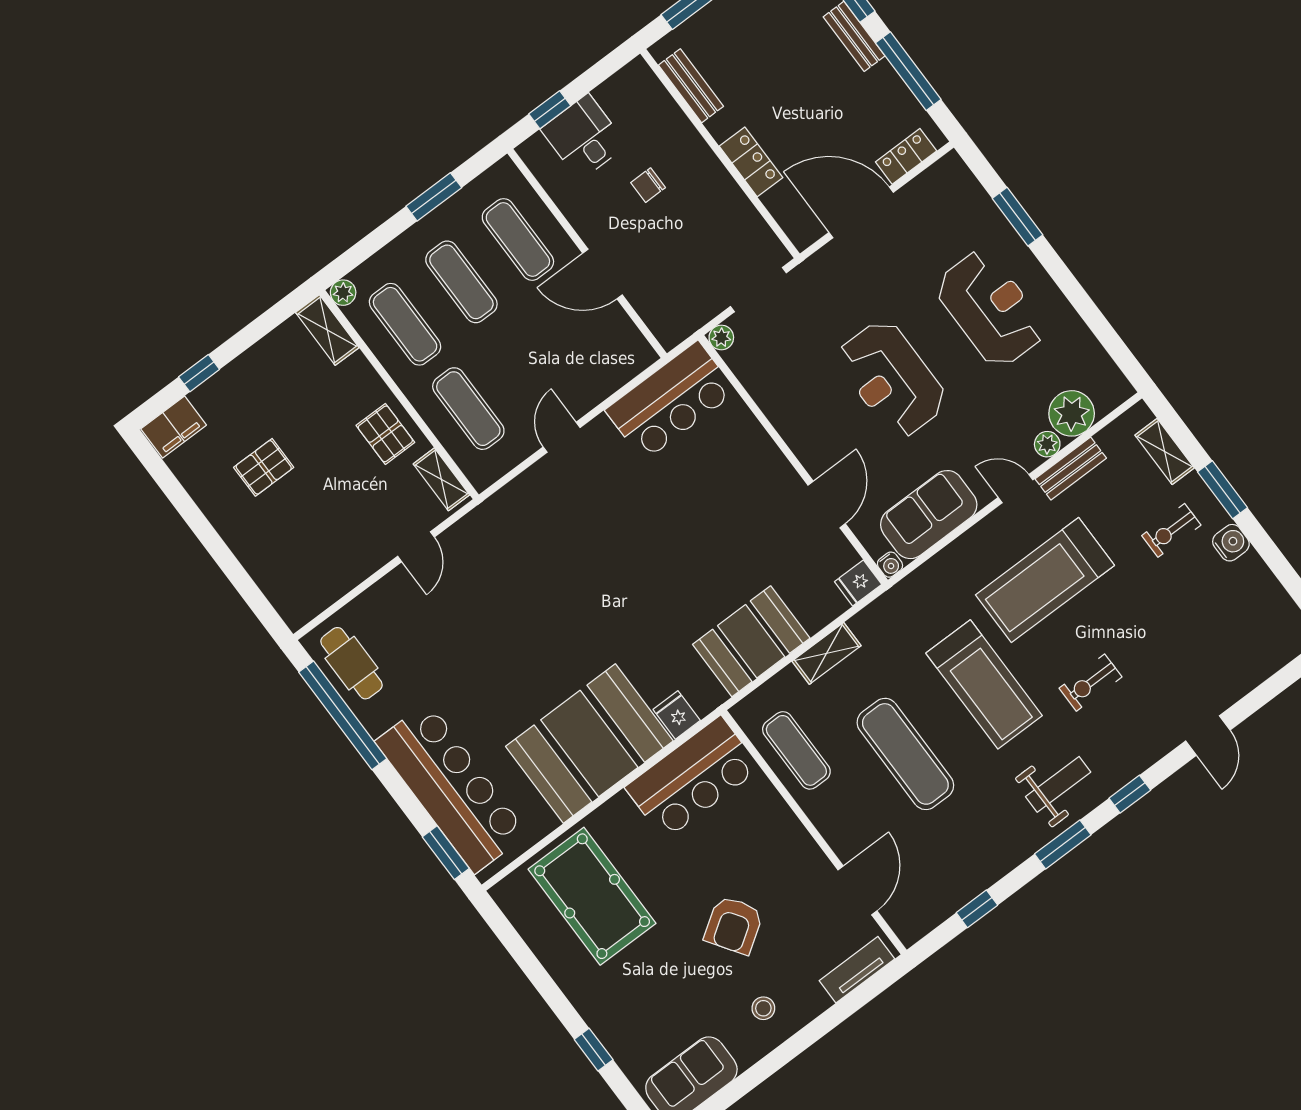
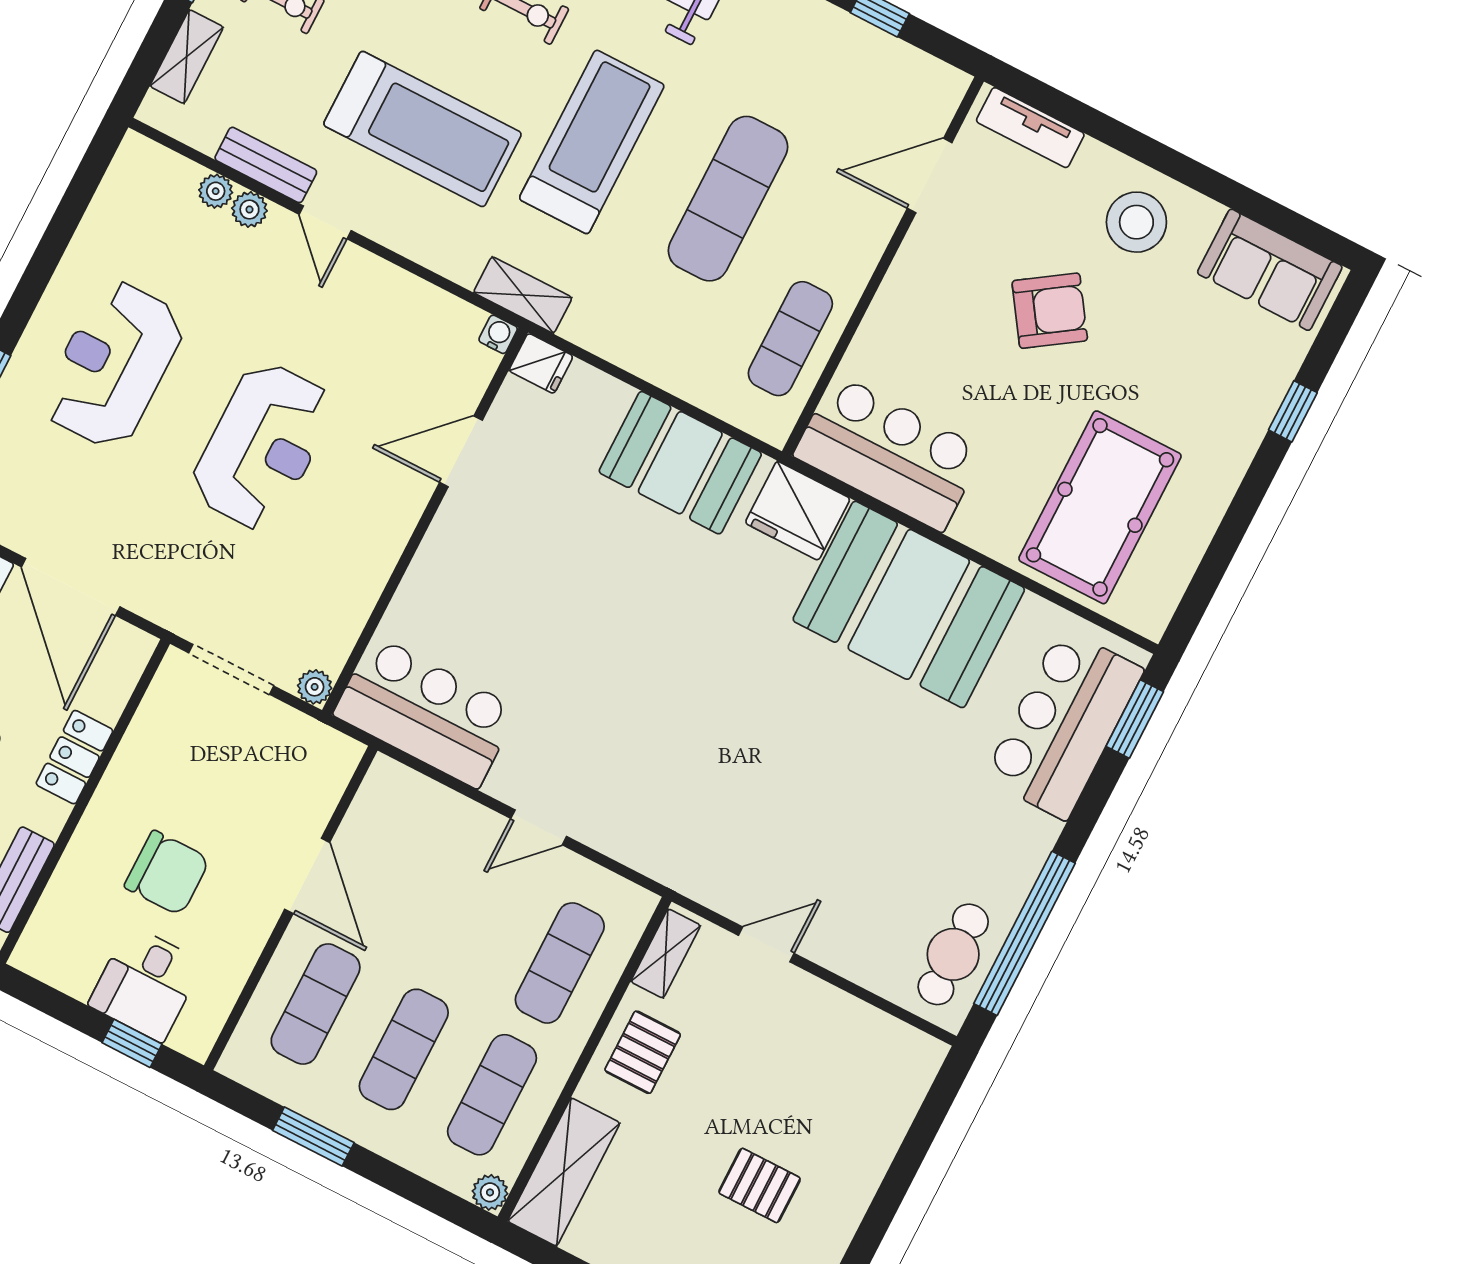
chair: (648, 185) -> (167, 873), width x1.87, depth x1.87
shelving: (327, 330) -> (564, 1172), width x1.50, depth x1.33
plant: (1072, 413) -> (216, 191), width x0.53, depth x0.53
sofa: (929, 515) -> (411, 316), removed
shelving: (827, 653) -> (523, 295), moved
fridge: (677, 715) -> (798, 511), width x1.88, depth x1.34
bar counter: (451, 788) -> (1064, 724), width x0.73
stool: (763, 1008) -> (1136, 222), width x1.89, depth x1.89

